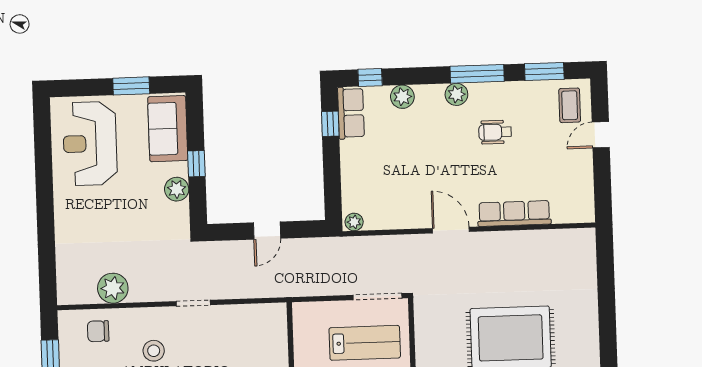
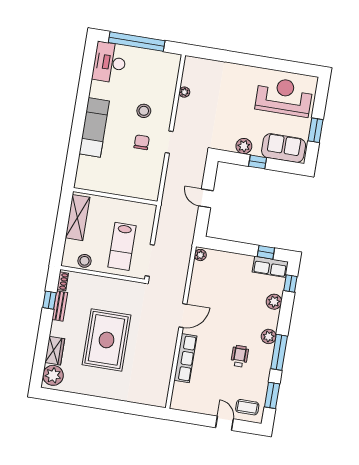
plant: (113, 288) -> (184, 92), width x0.53, depth x0.53
chair: (98, 331) -> (142, 142), moved

